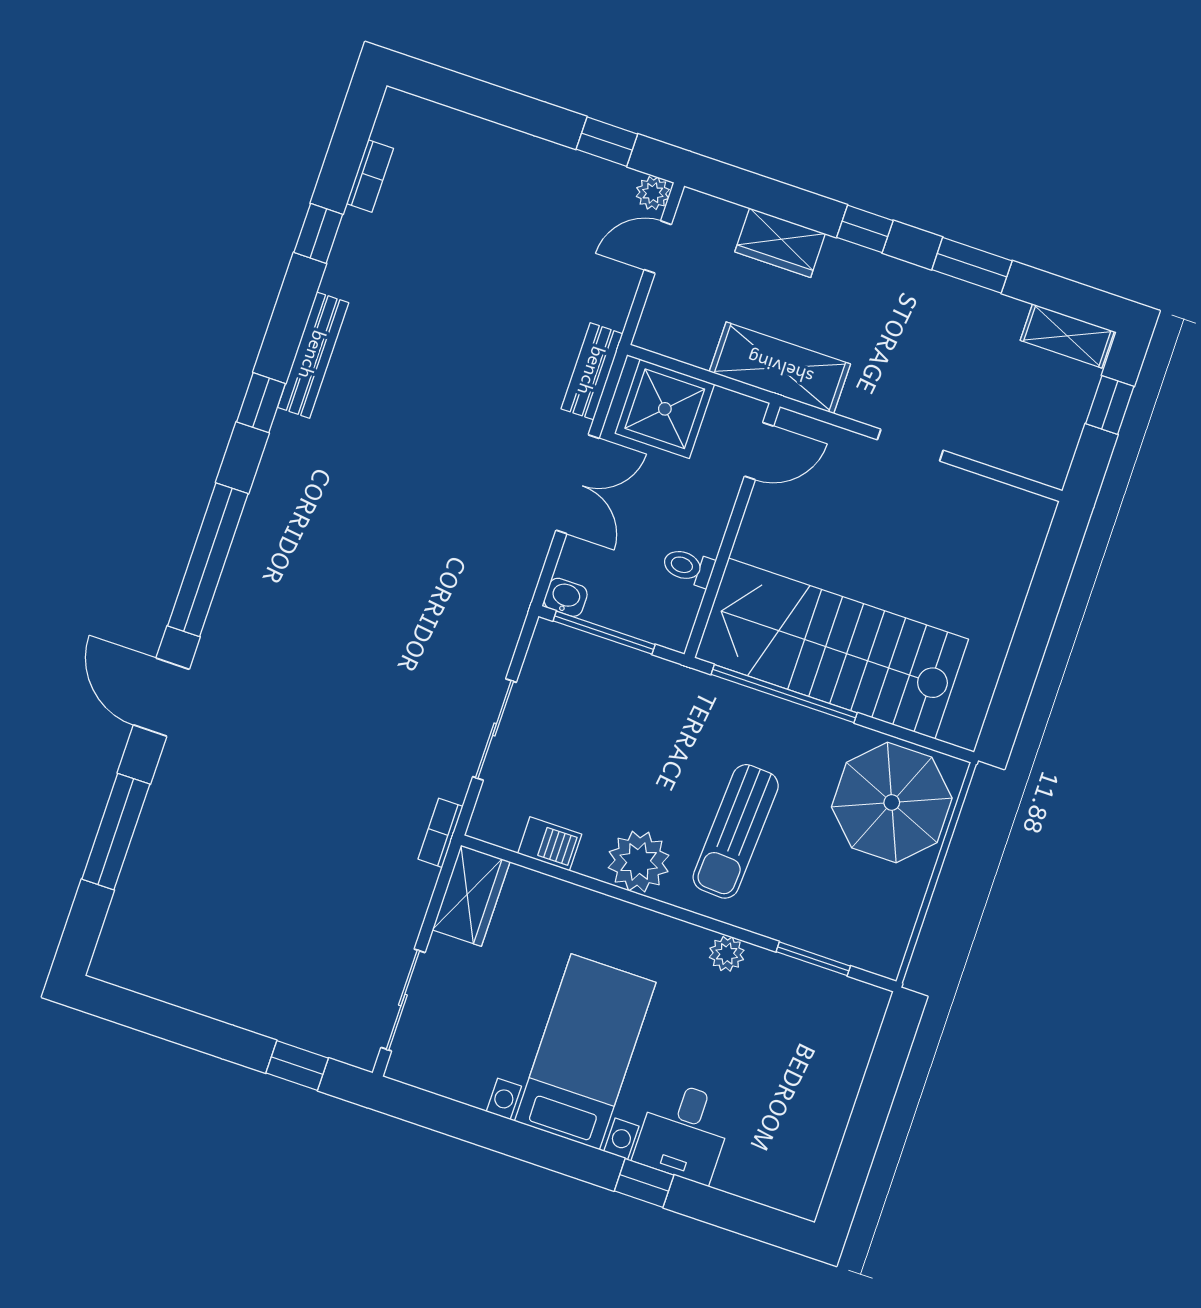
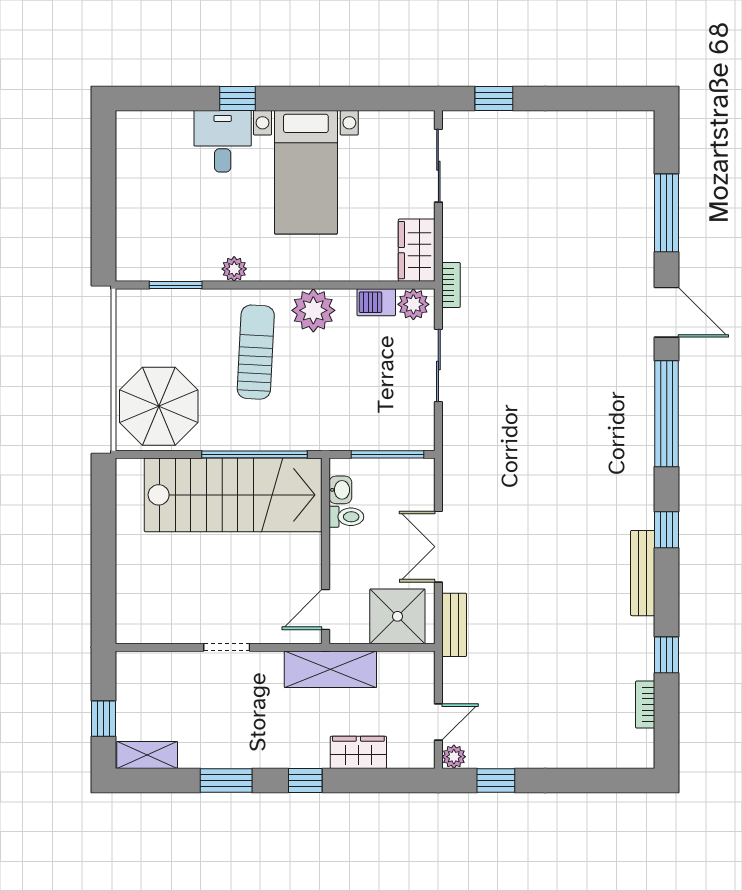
washbasin: (566, 597) -> (340, 490), moved, turned -90
plant: (500, 824) -> (413, 304), added

